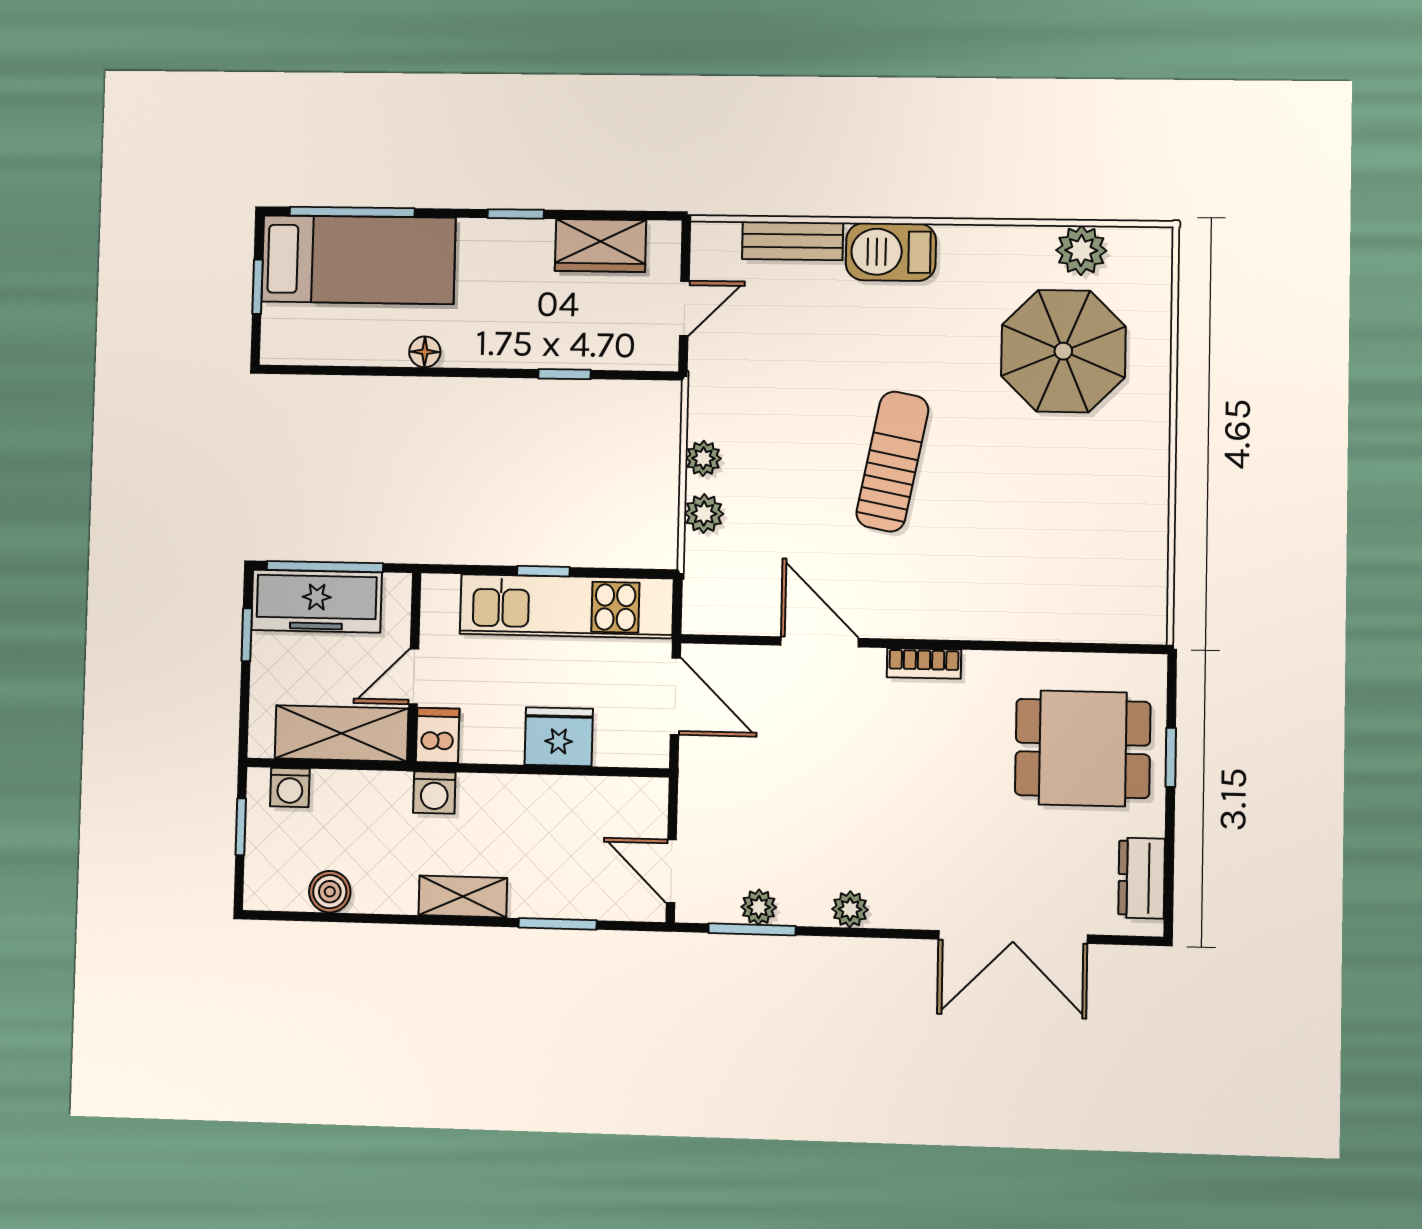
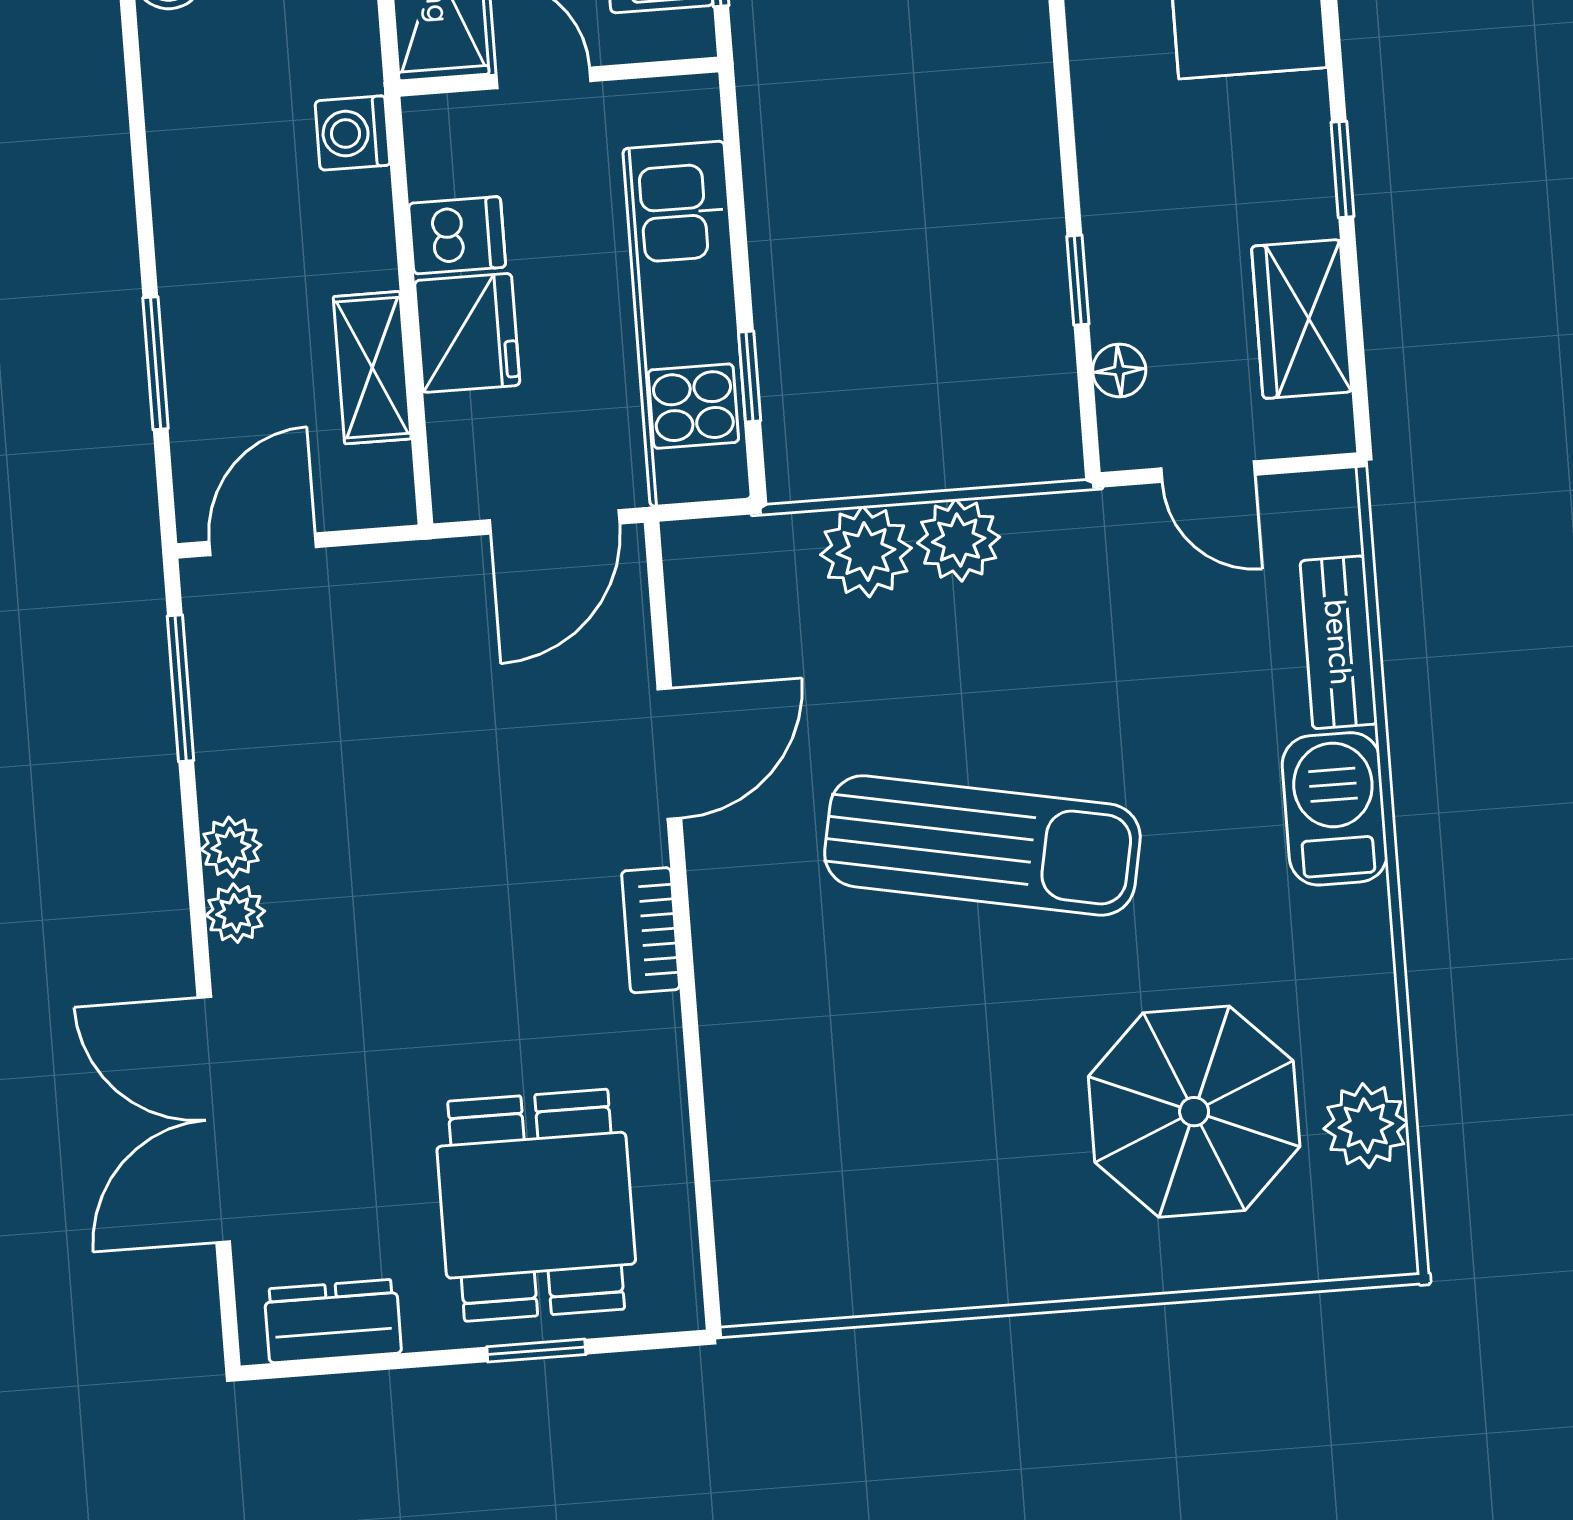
floor lamp: (425, 352) -> (1119, 370), moved
plant: (703, 458) -> (959, 540), width x1.38, depth x1.38
sun lounger: (892, 462) -> (982, 845), width x1.36, depth x1.34
plant: (704, 514) -> (866, 551), width x1.38, depth x1.38
window: (543, 571) -> (750, 377), moved
dishwasher: (438, 735) -> (457, 235), moved
shelving: (463, 896) -> (372, 368), moved
plant: (759, 907) -> (235, 913), moved

